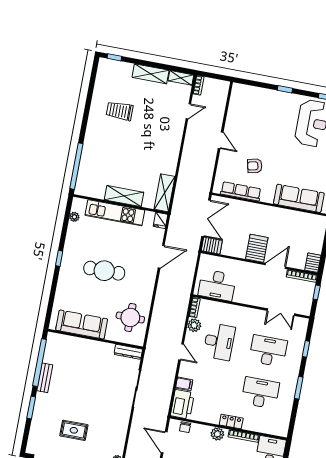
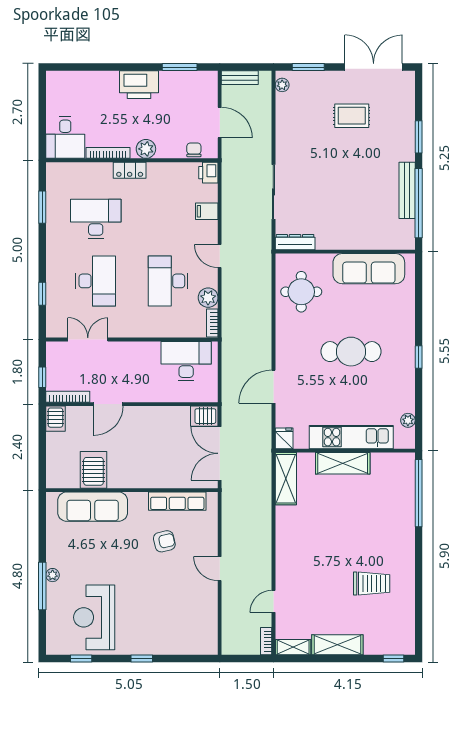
server rack: (257, 248) -> (93, 470), moved, turned 180
desk: (268, 351) -> (96, 281), turned -90
bench: (45, 378) -> (407, 190), width x1.36
window: (299, 388) -> (42, 207), moved
desk: (260, 393) -> (96, 219), turned 180
printer: (182, 404) -> (208, 173), width x0.53, depth x0.68

